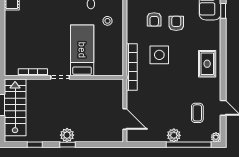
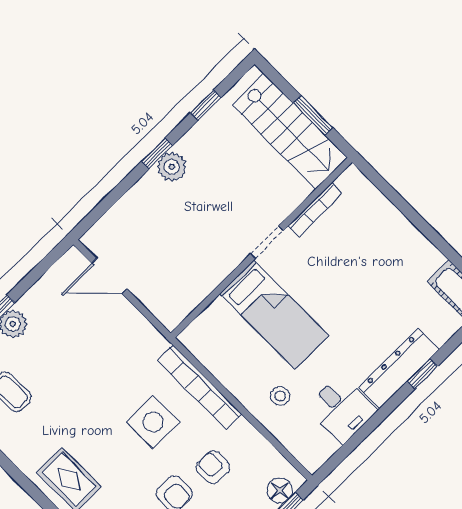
bookcase: (132, 67) -> (200, 387), moved

